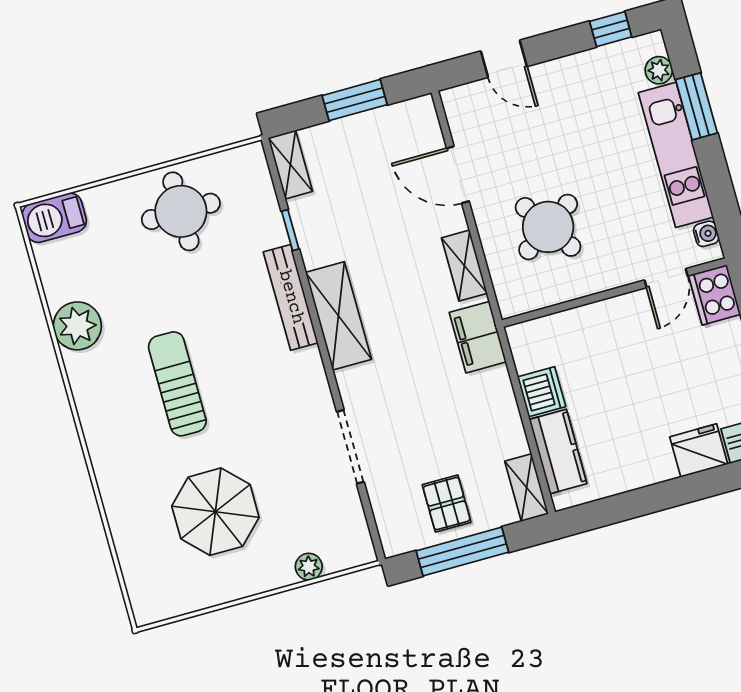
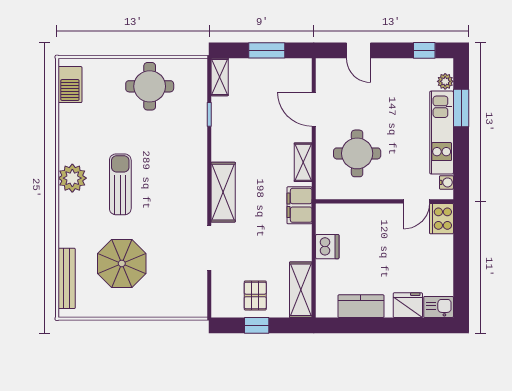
barbecue: (54, 218) -> (70, 85), moved, turned -90
round table: (548, 227) -> (357, 153), turned 34
bench: (291, 297) -> (67, 278), moved
shelving: (338, 316) -> (223, 192), moved
plant: (77, 326) -> (72, 178), moved
kitchen counter: (558, 451) -> (361, 306), moved, turned -90
shelving: (527, 488) -> (301, 290), width x1.50, depth x1.33
window: (462, 551) -> (257, 325), width x0.46
plant: (309, 567) -> (166, 310), removed

